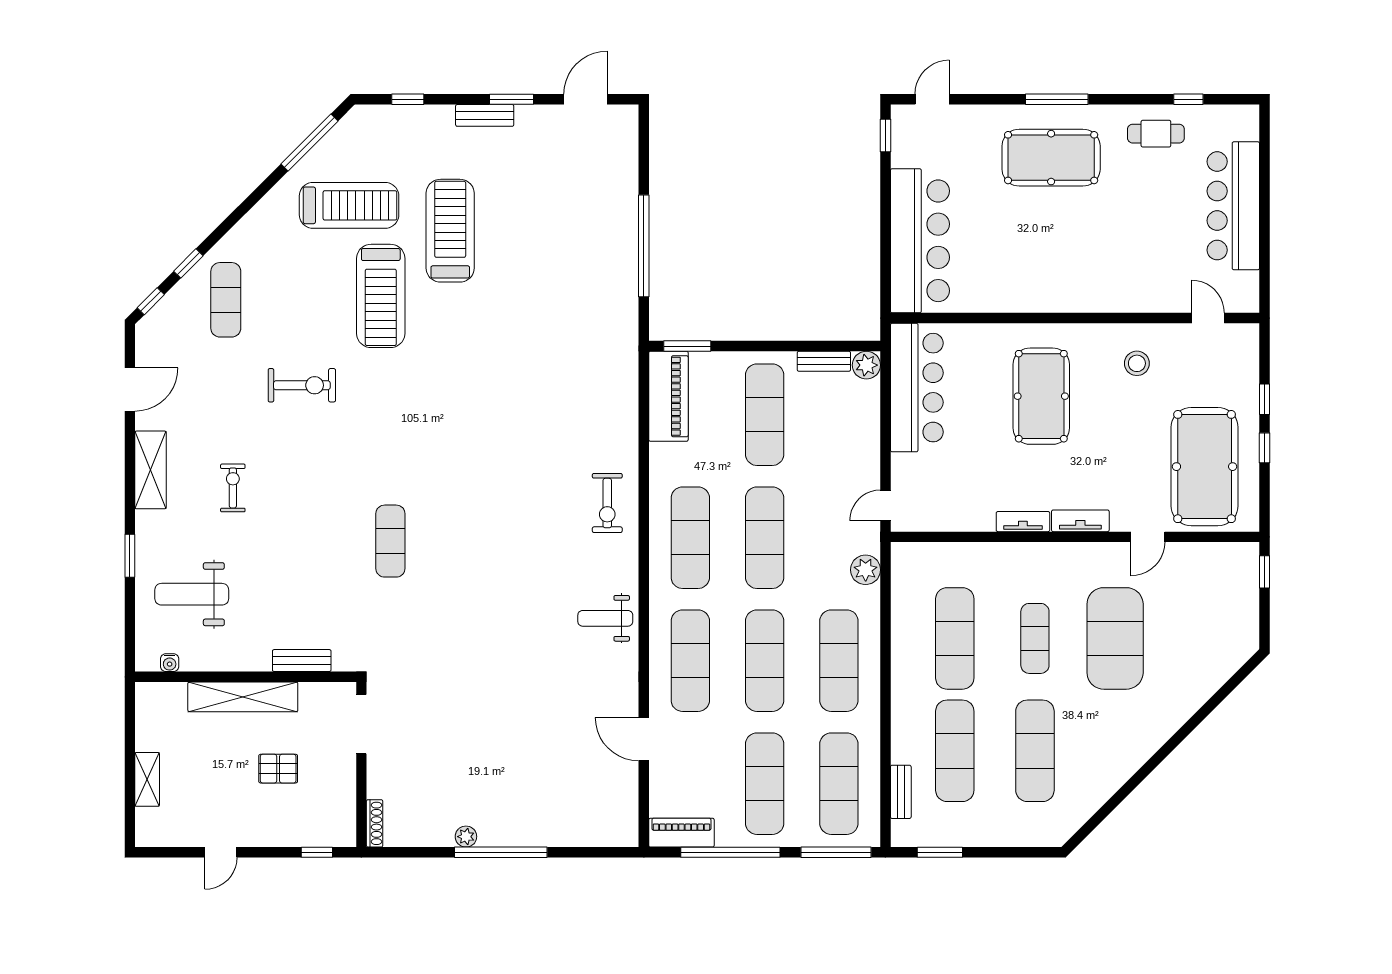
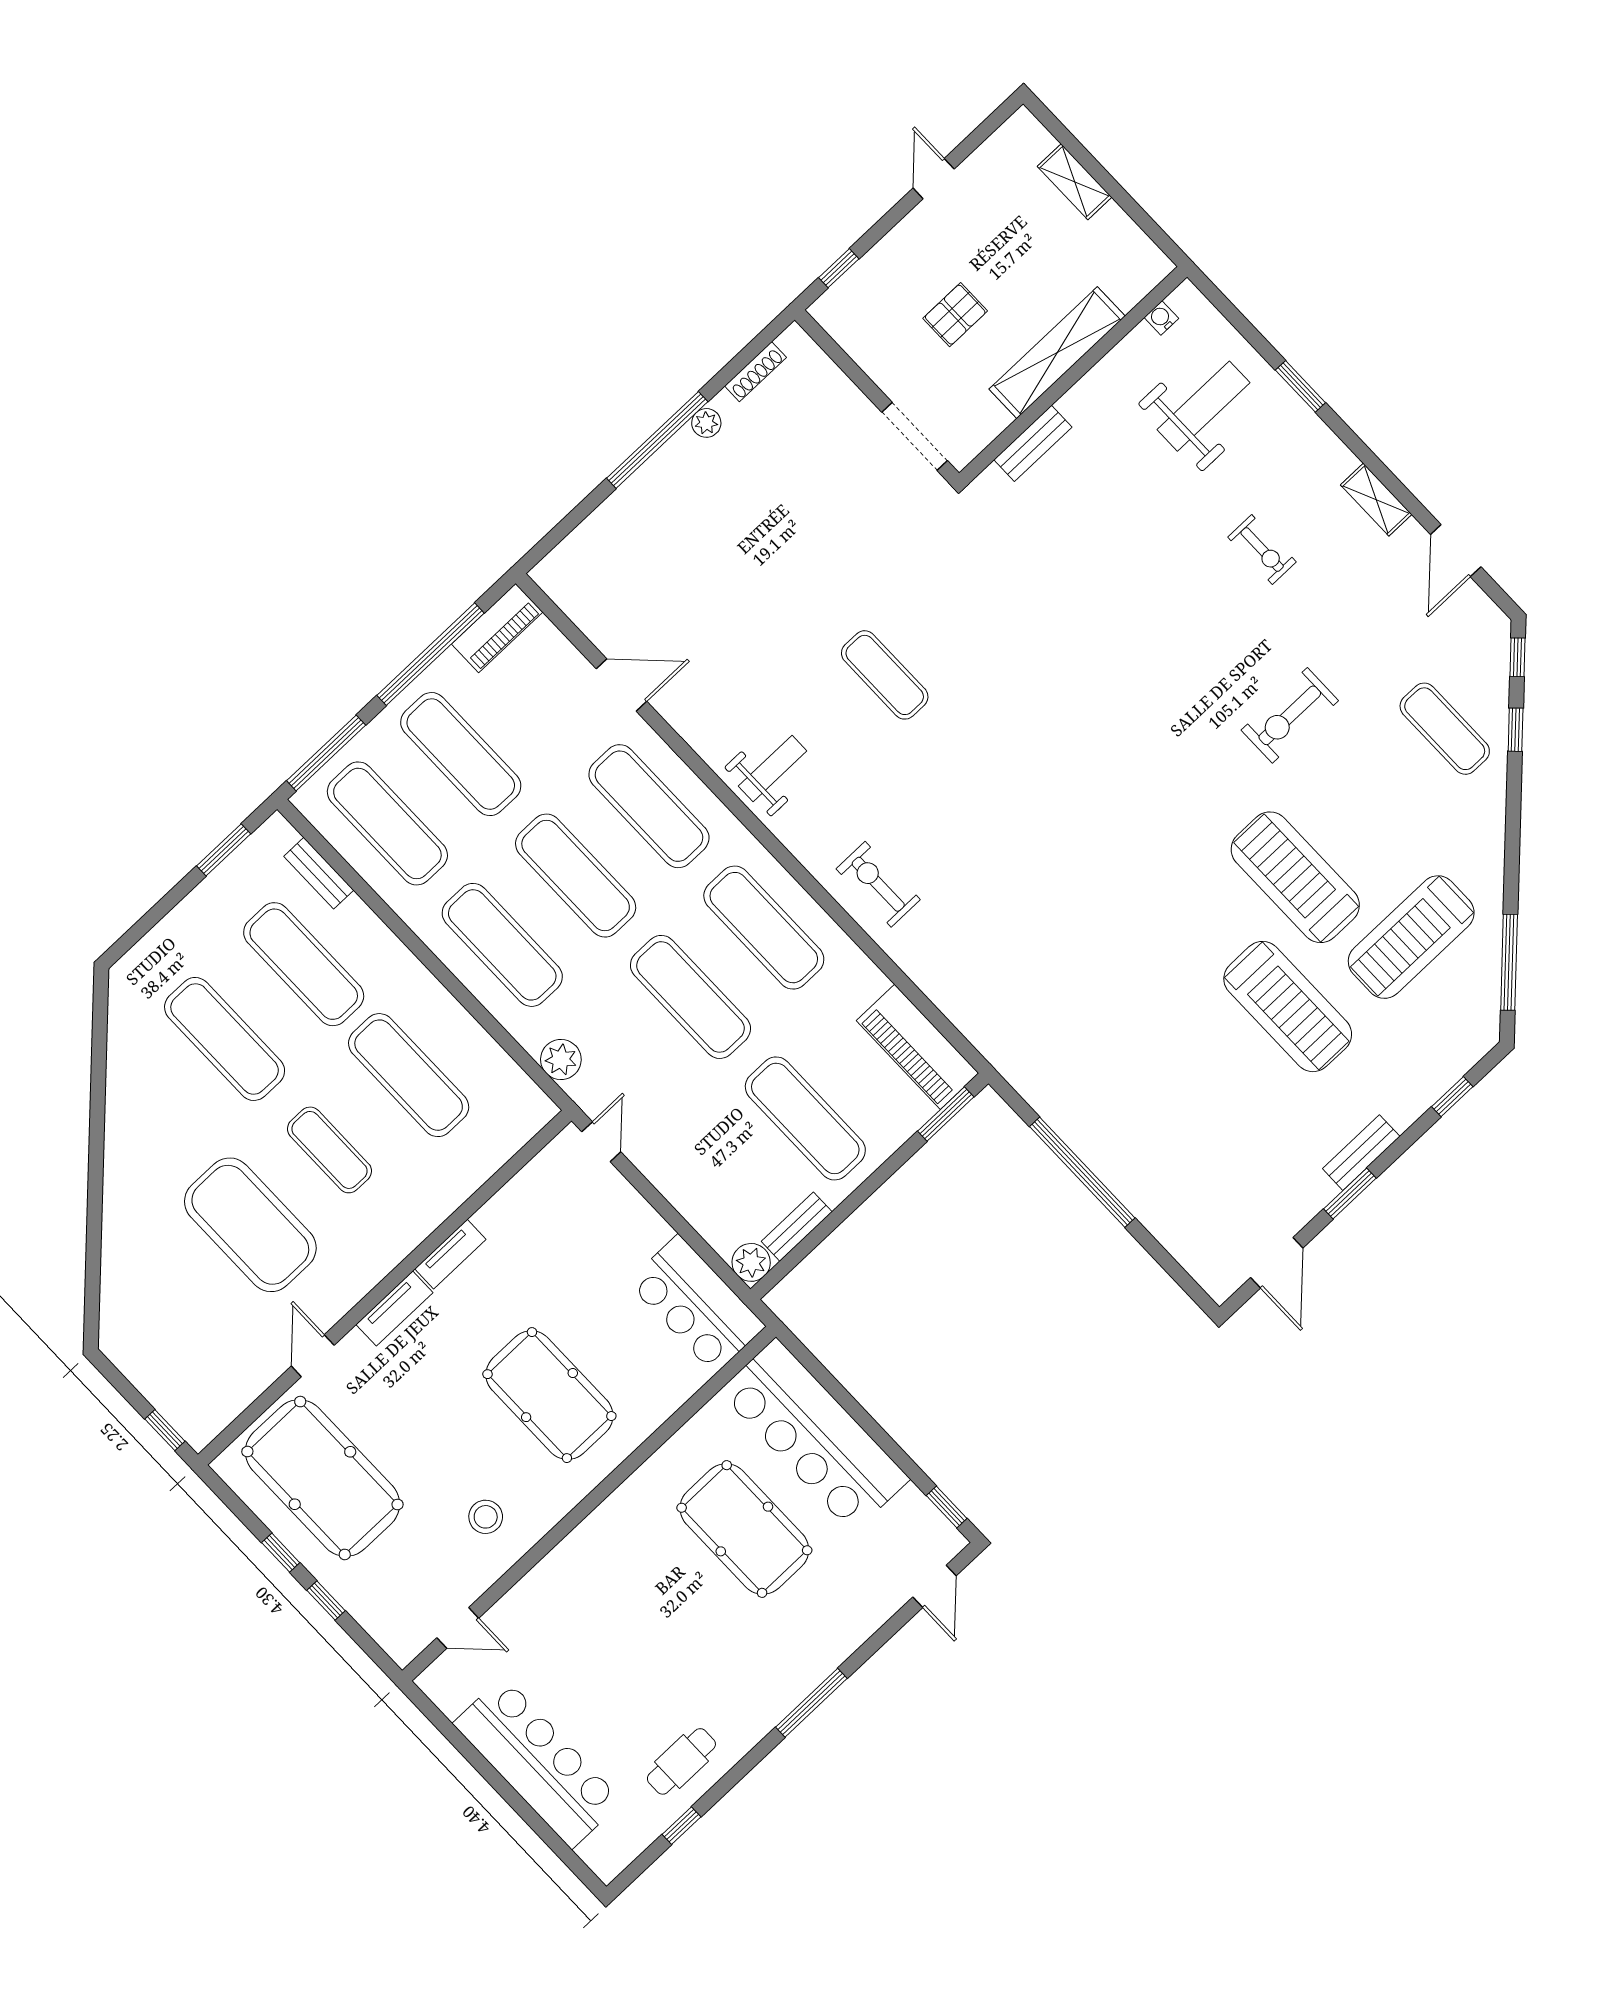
pool table: (1051, 158) -> (744, 1529), moved, turned 90
bar counter: (917, 388) -> (696, 1304), width x0.73
shelving: (151, 470) -> (1376, 500), width x0.67, depth x0.75
exercise mat: (390, 541) -> (885, 675), moved
shoe rack: (375, 823) -> (755, 372), moved, turned -90

